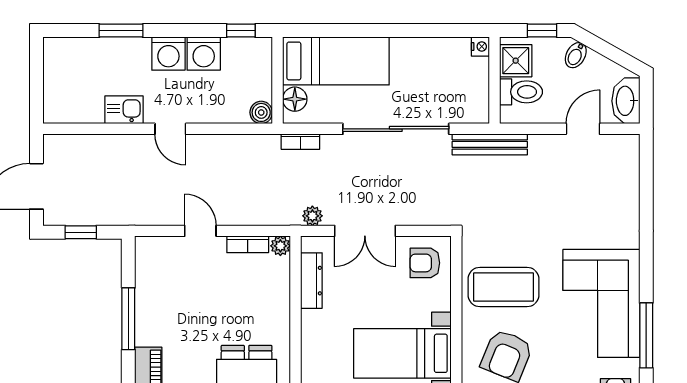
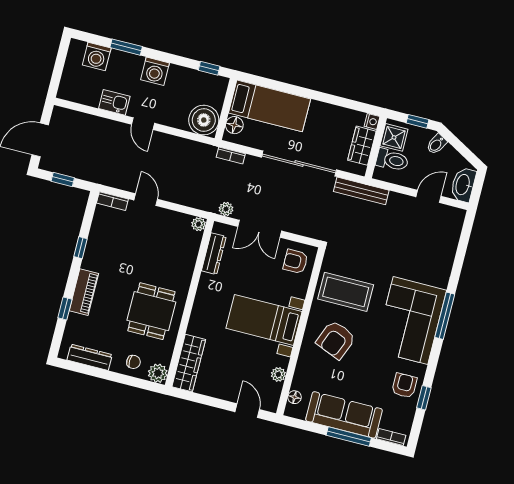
washing machine: (204, 54) -> (97, 56), moved
wardrobe: (475, 83) -> (362, 146), added
boiler: (261, 112) -> (204, 120), width x1.86, depth x1.86
bookcase: (248, 244) -> (112, 201), moved
window: (128, 319) -> (80, 248), width x0.46
window: (646, 335) -> (445, 316), moved

